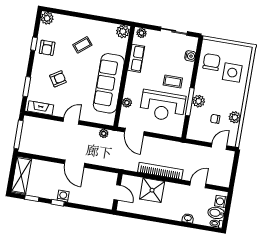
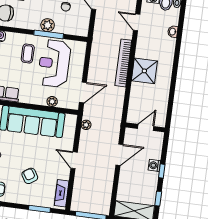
reception desk: (162, 106) -> (54, 63), turned 180
door: (117, 192) -> (146, 127), moved
wall: (117, 192) -> (145, 127), moved

